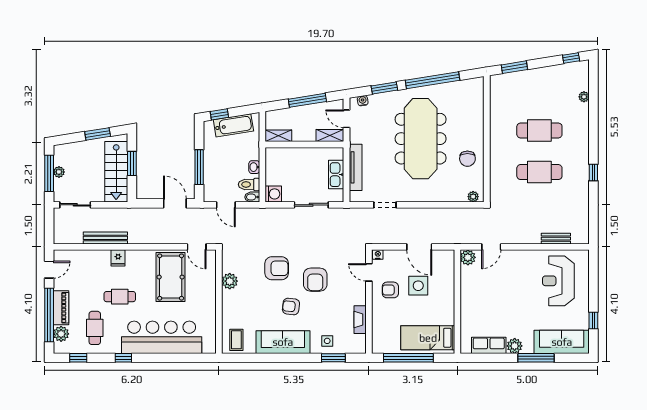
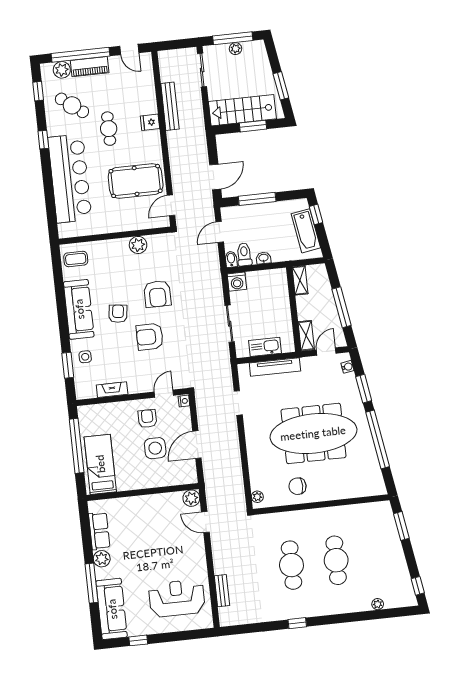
cafe table: (95, 328) -> (72, 105), turned 37

